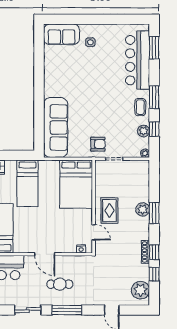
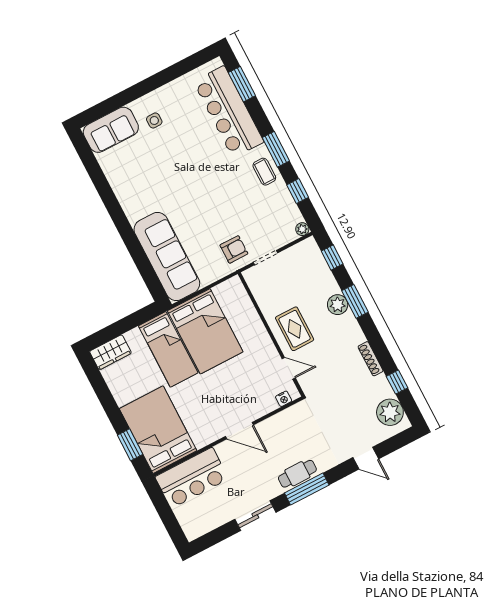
plant: (143, 131) -> (285, 201), removed
bed: (76, 184) -> (205, 331), moved
window: (154, 252) -> (332, 257), moved
cafe table: (60, 284) -> (297, 474), moved

